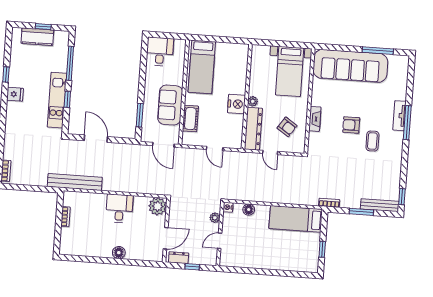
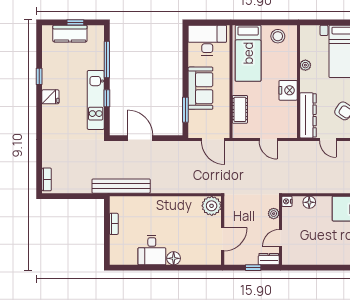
desk: (160, 52) -> (207, 40), width x1.37
stool: (231, 53) -> (278, 36), added
plant: (253, 101) -> (305, 65), moved
sofa: (170, 105) -> (200, 88), moved, turned 180
desk: (119, 208) -> (152, 250), moved, turned 180
dresser: (179, 258) -> (269, 259), moved

